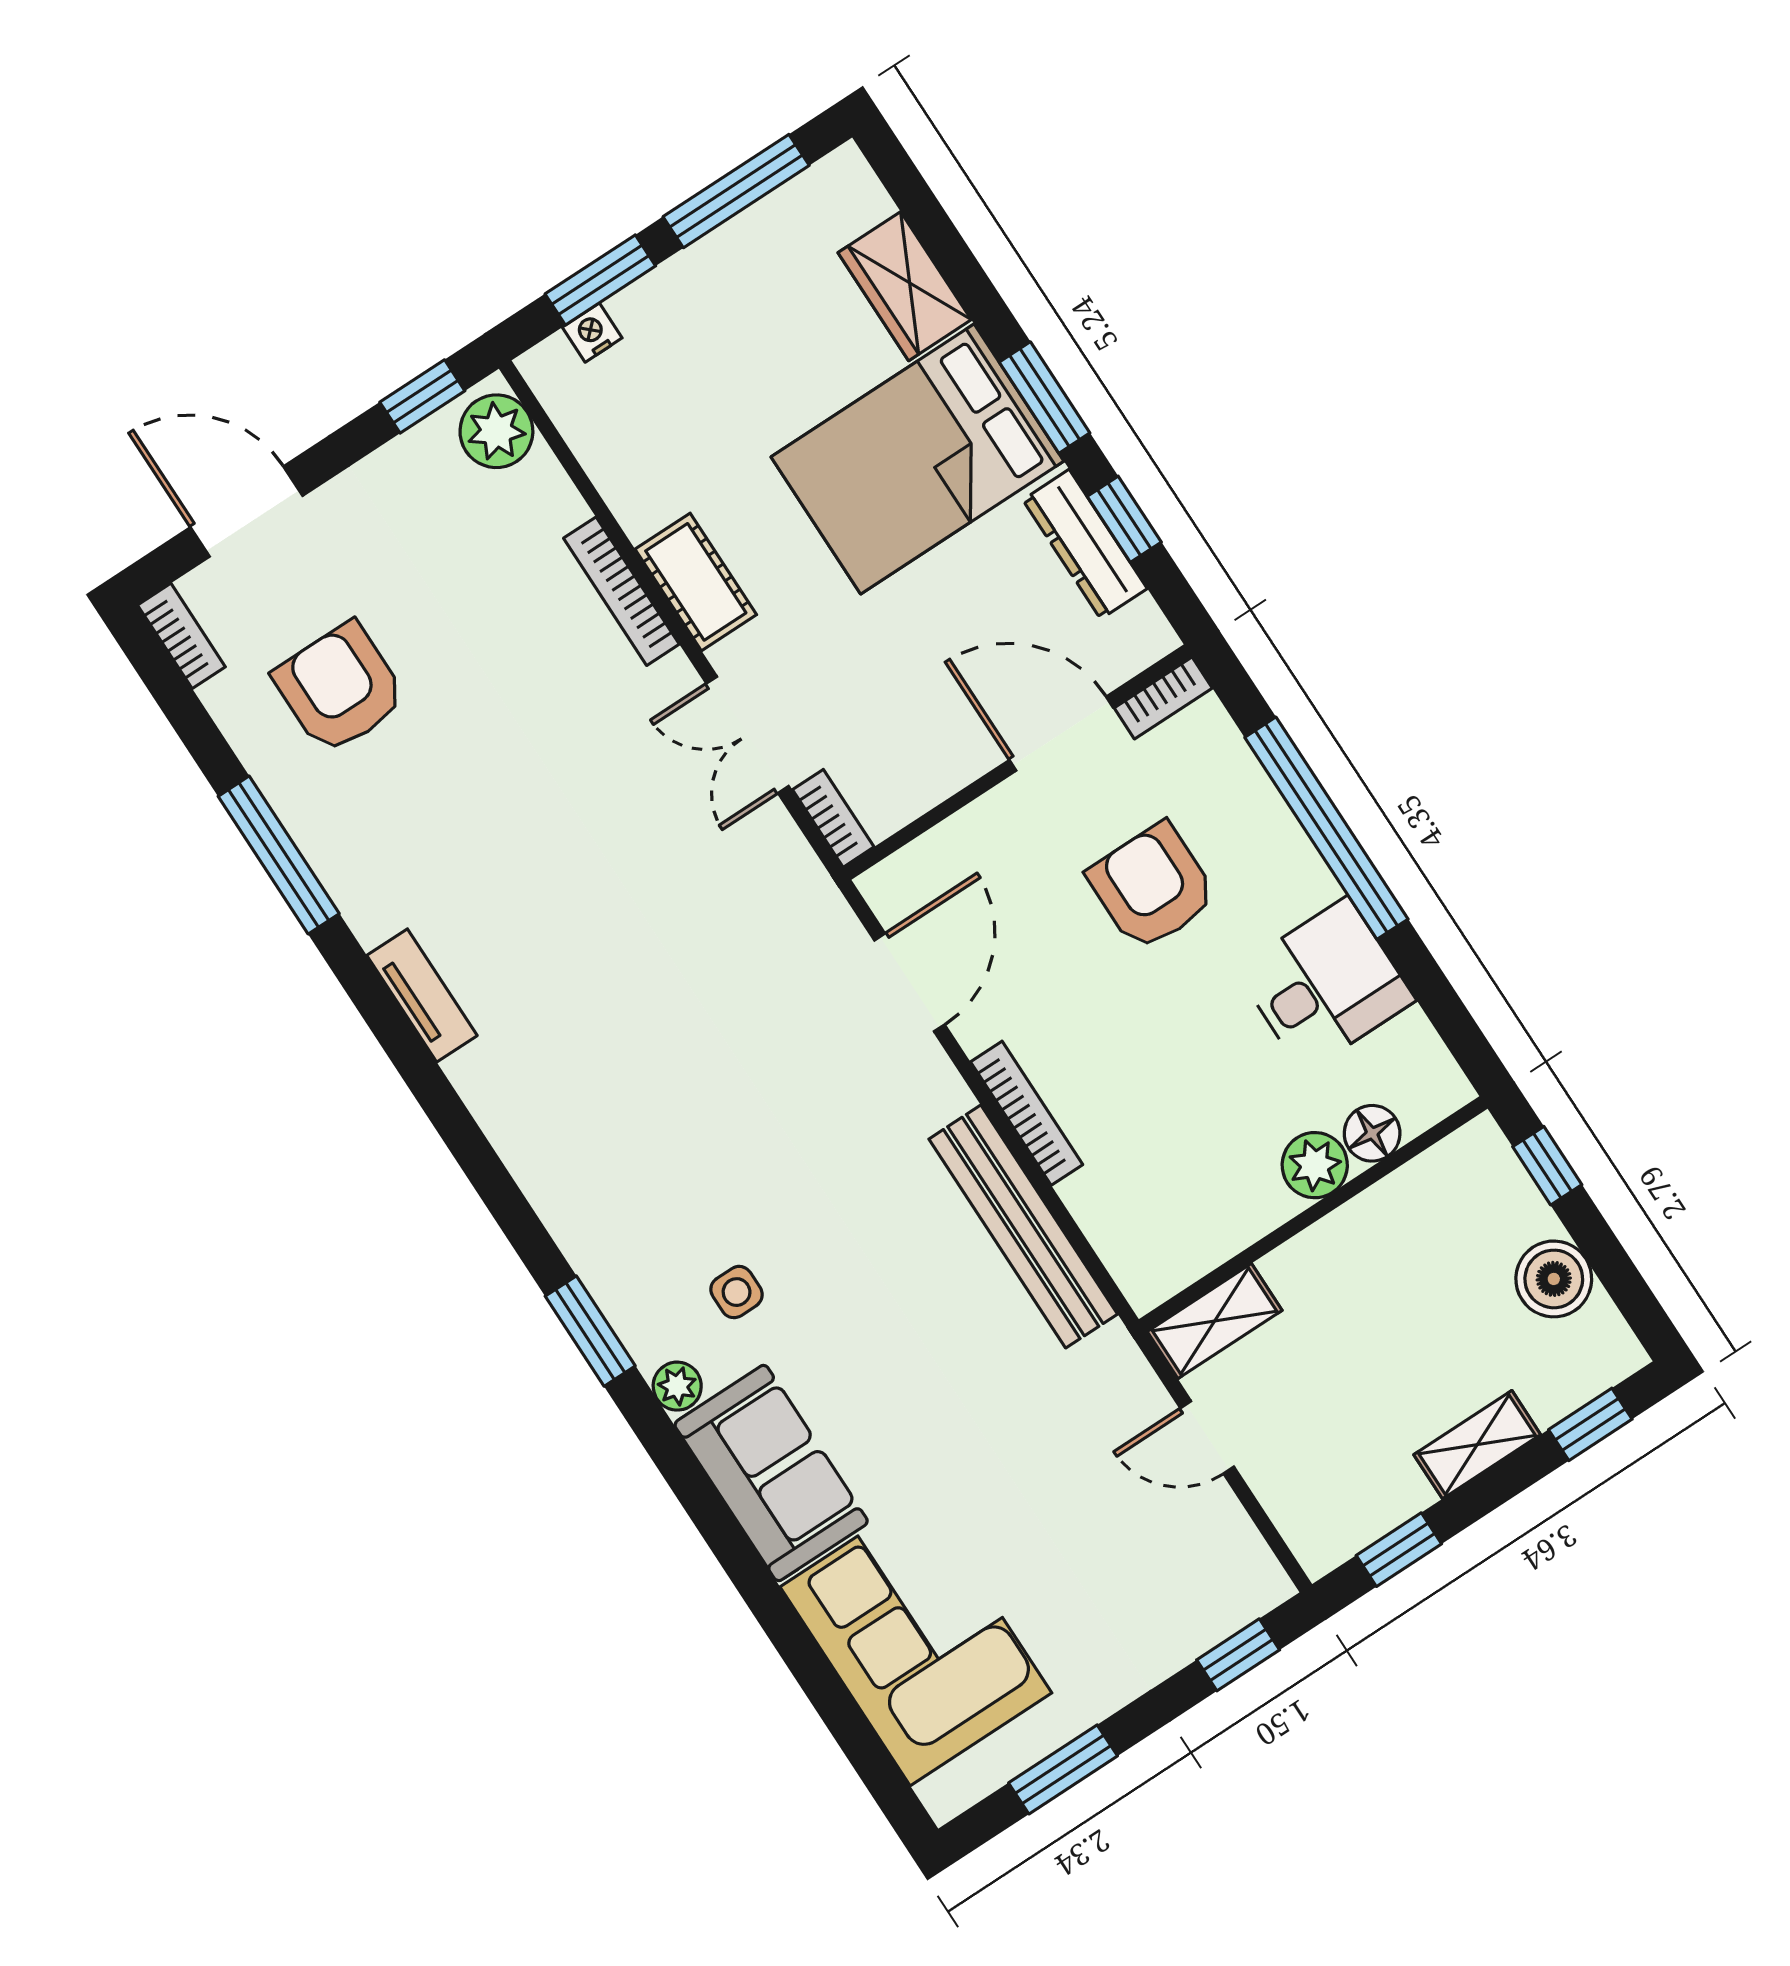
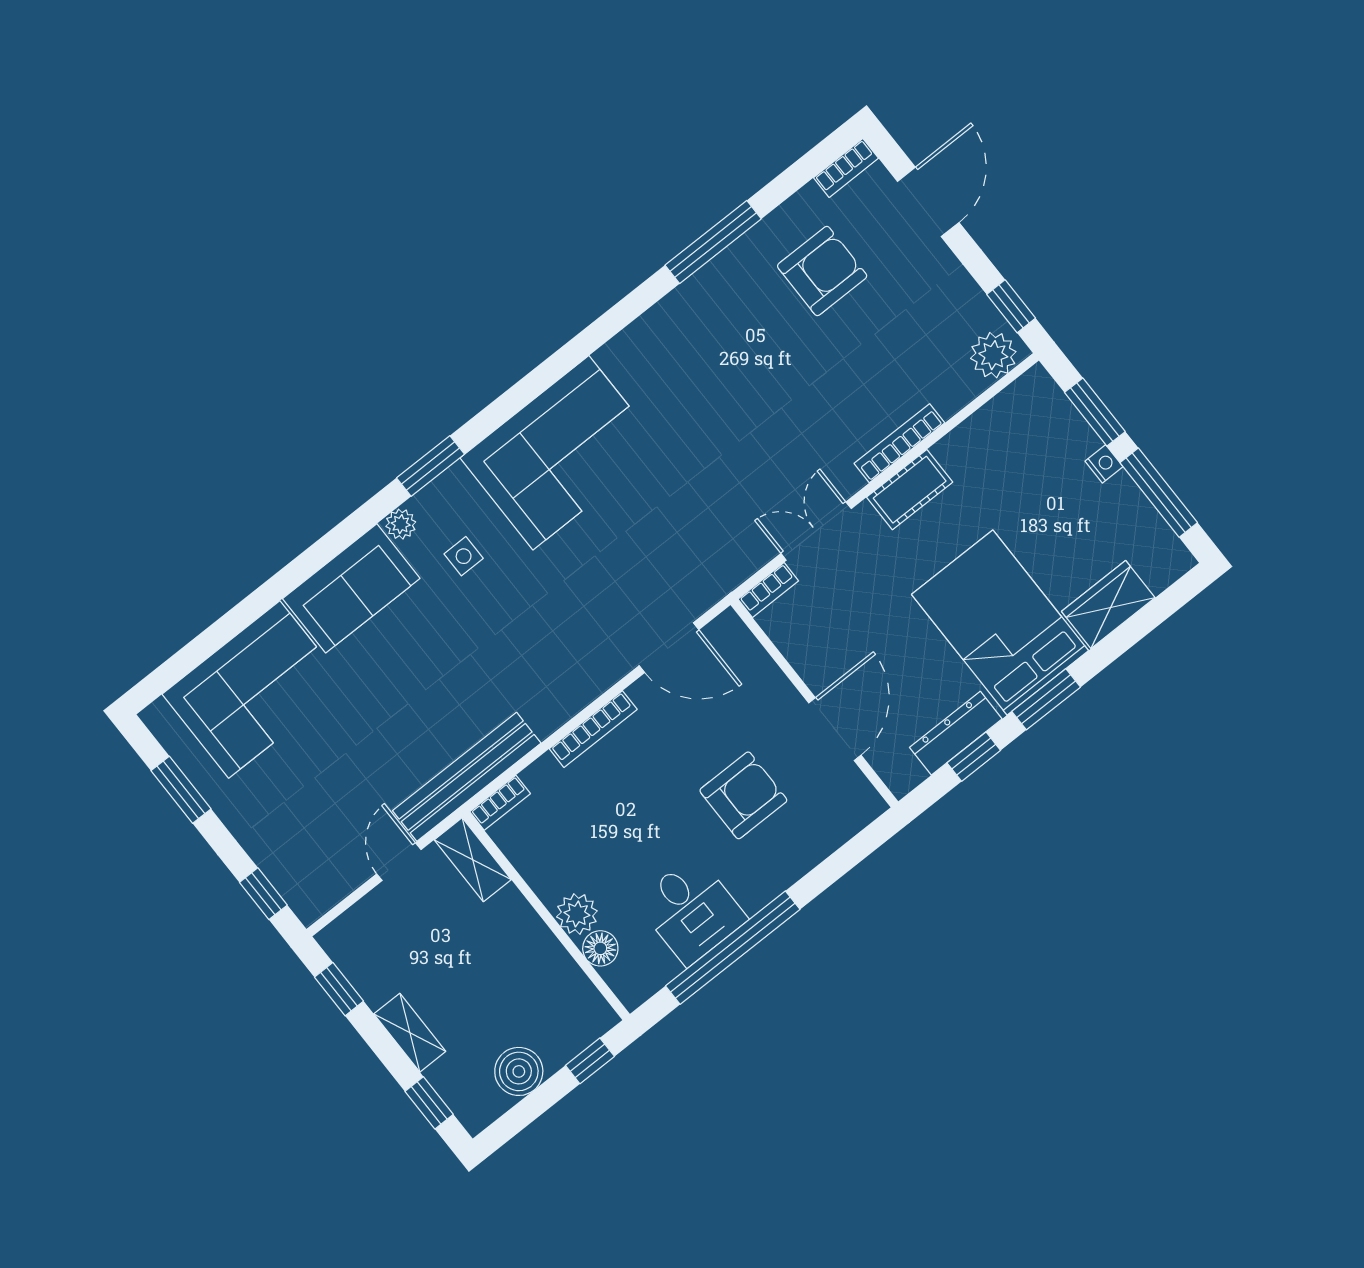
nightstand: (592, 333) -> (1104, 464), moved
bookcase: (1163, 698) -> (500, 803), moved, turned -90
window: (1326, 828) -> (733, 948), moved
tv unit: (422, 995) -> (633, 341), removed
corner sofa: (588, 1124) -> (561, 453), added
bench: (1023, 1227) -> (467, 777), moved

